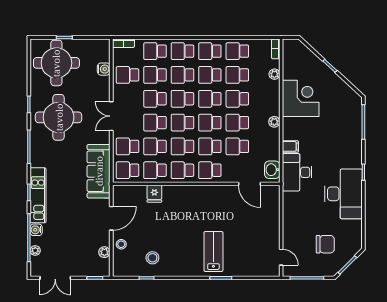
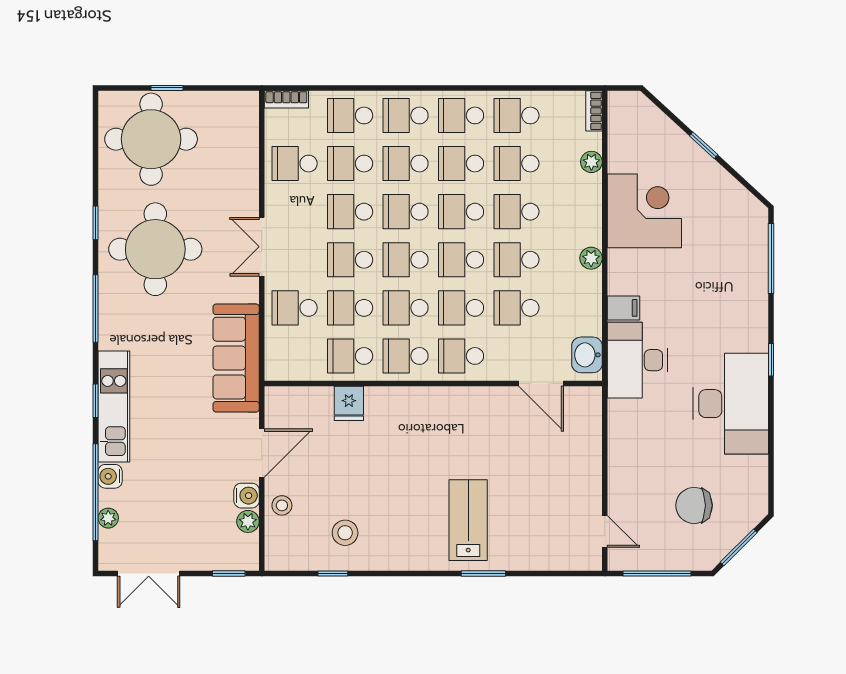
water cooler: (104, 69) -> (247, 496), moved
school desk: (128, 170) -> (295, 356), removed
chair: (325, 244) -> (694, 505), turned 180

